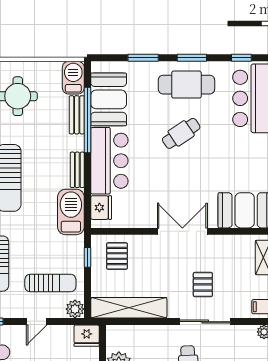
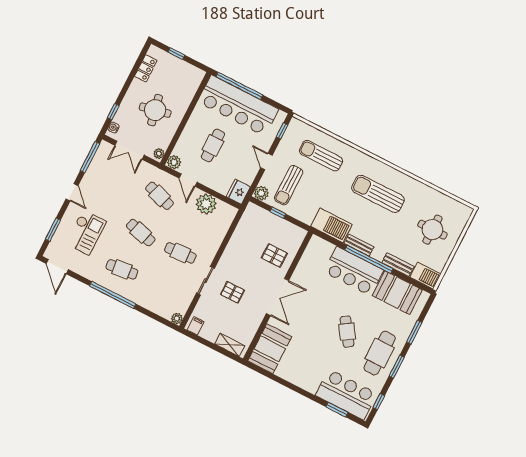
window: (87, 120) -> (369, 259), moved
fridge: (101, 208) -> (324, 248), removed
pallet: (117, 256) -> (274, 256), moved
window: (87, 257) -> (278, 213), moved
shelving: (129, 308) -> (243, 232), removed
sliding door: (205, 322) -> (205, 281), width x0.73

